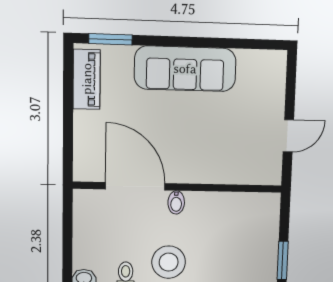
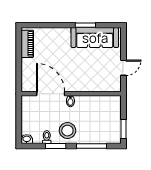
window: (110, 39) -> (85, 25), moved
sofa: (185, 69) -> (95, 38), moved

